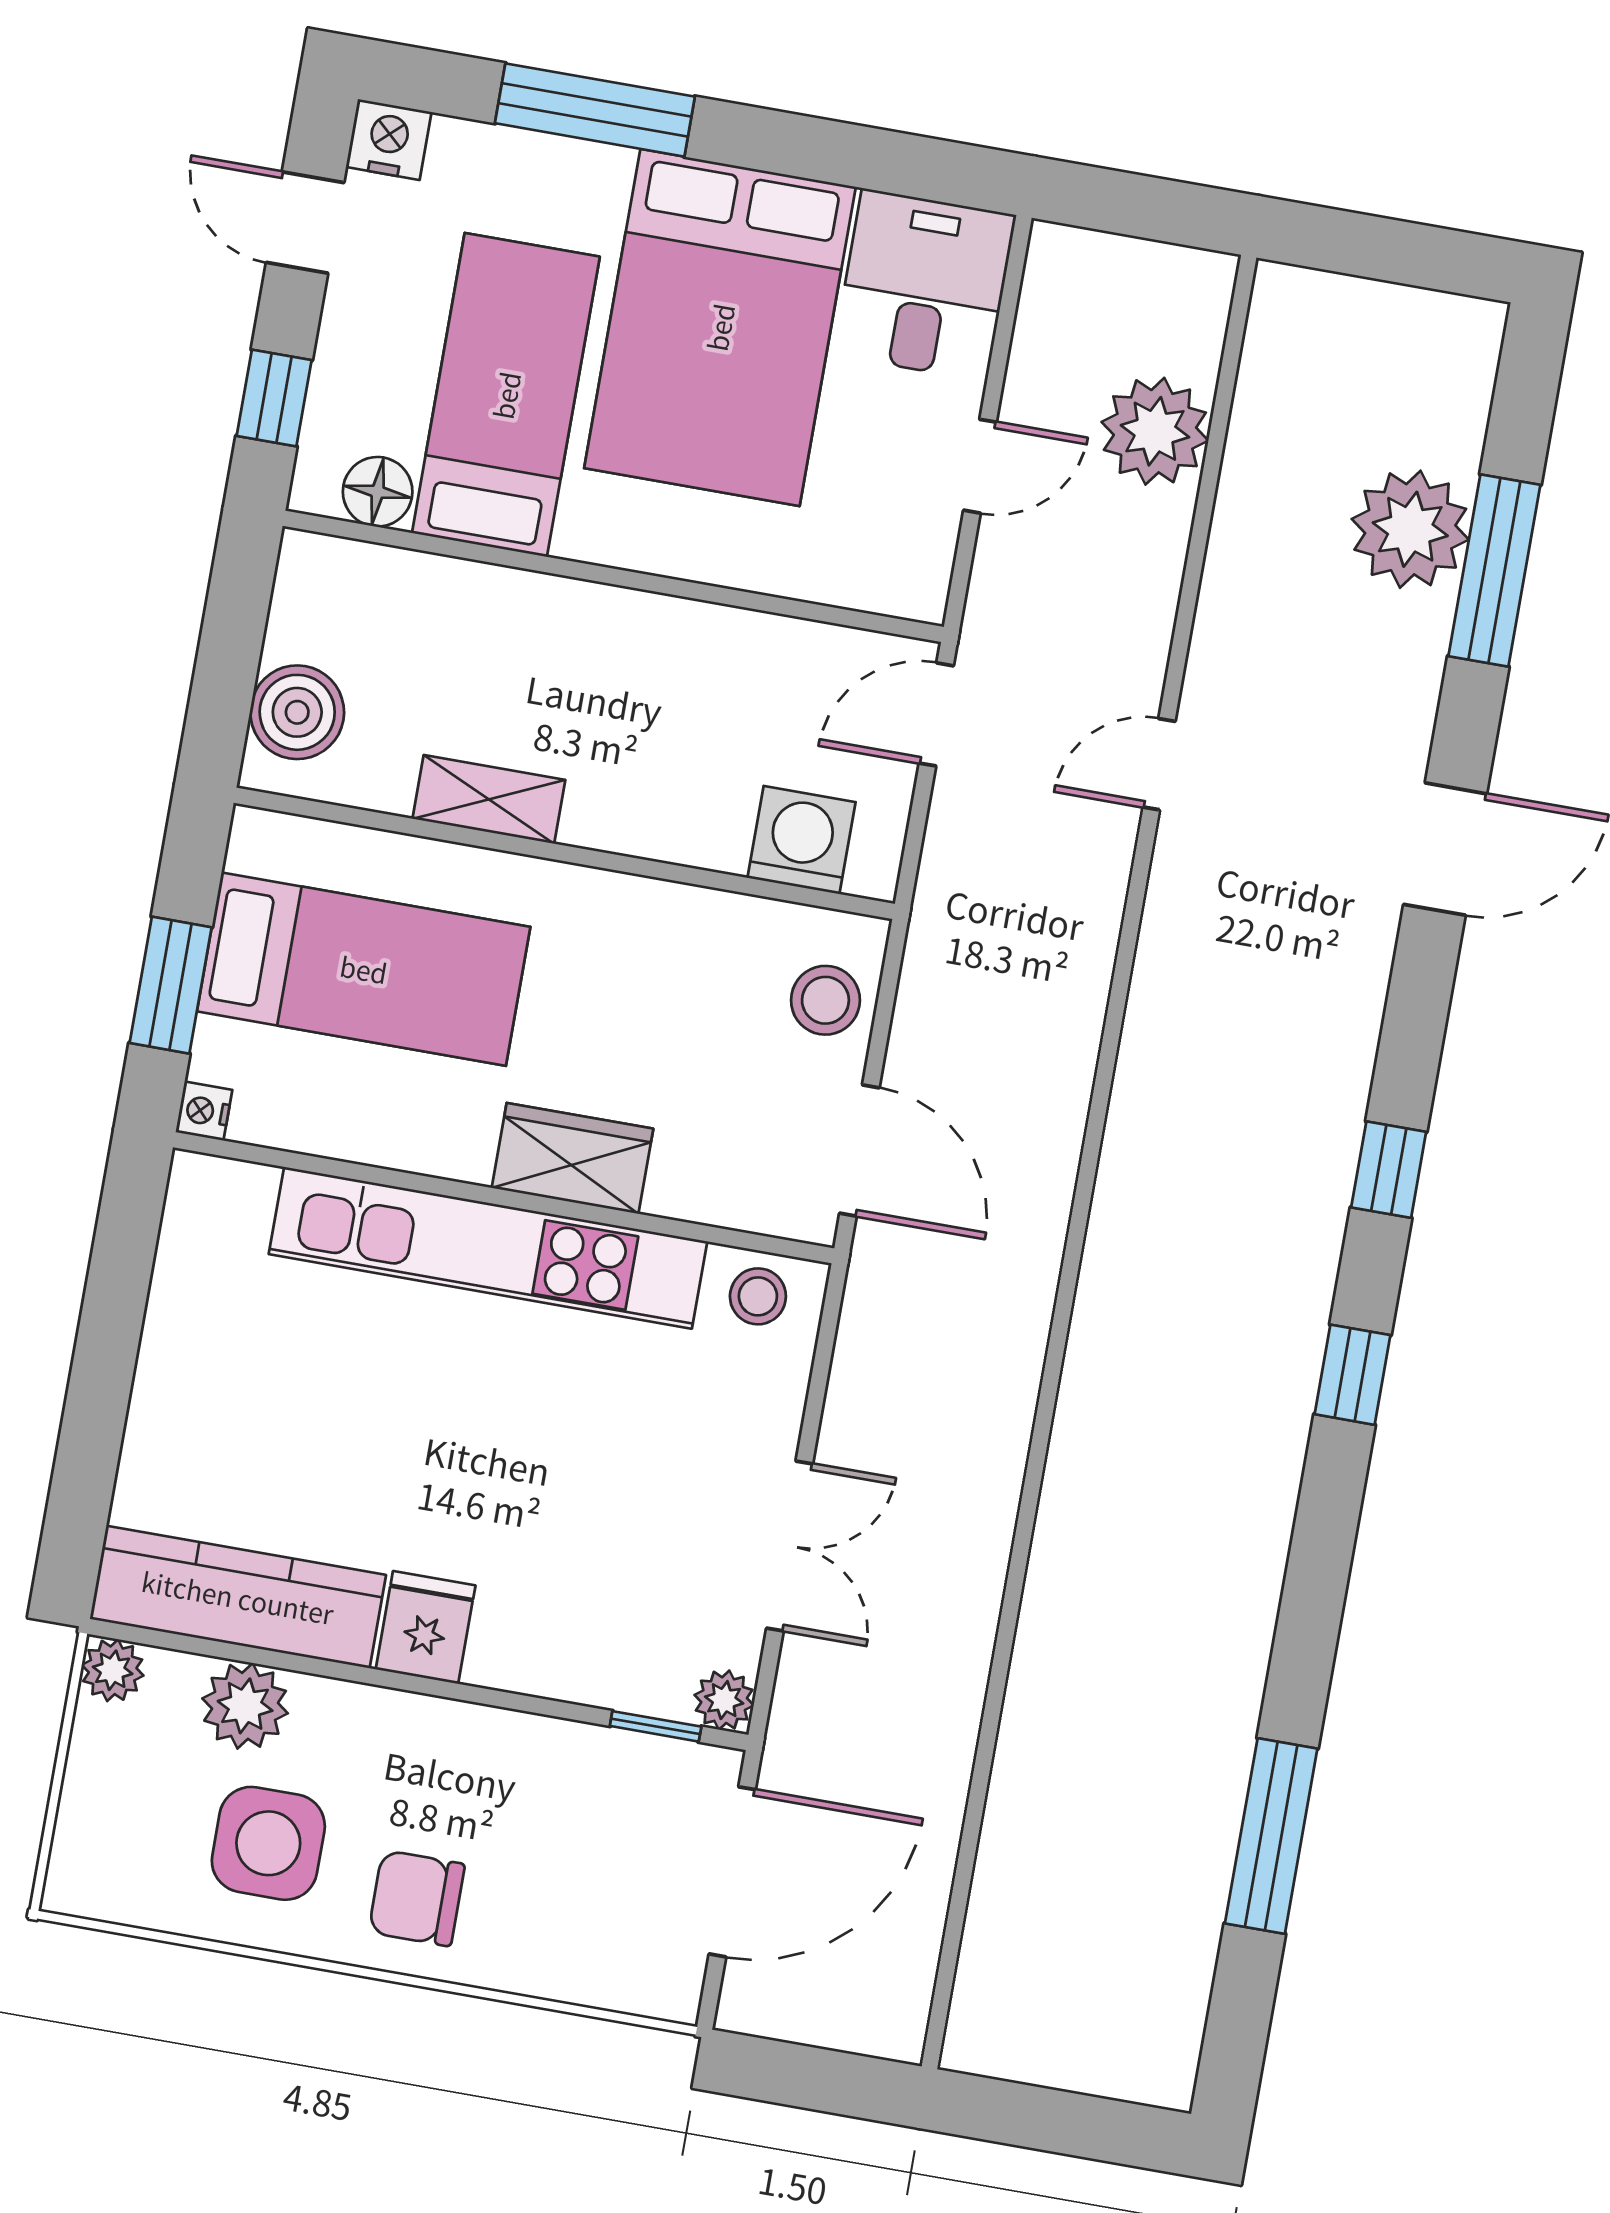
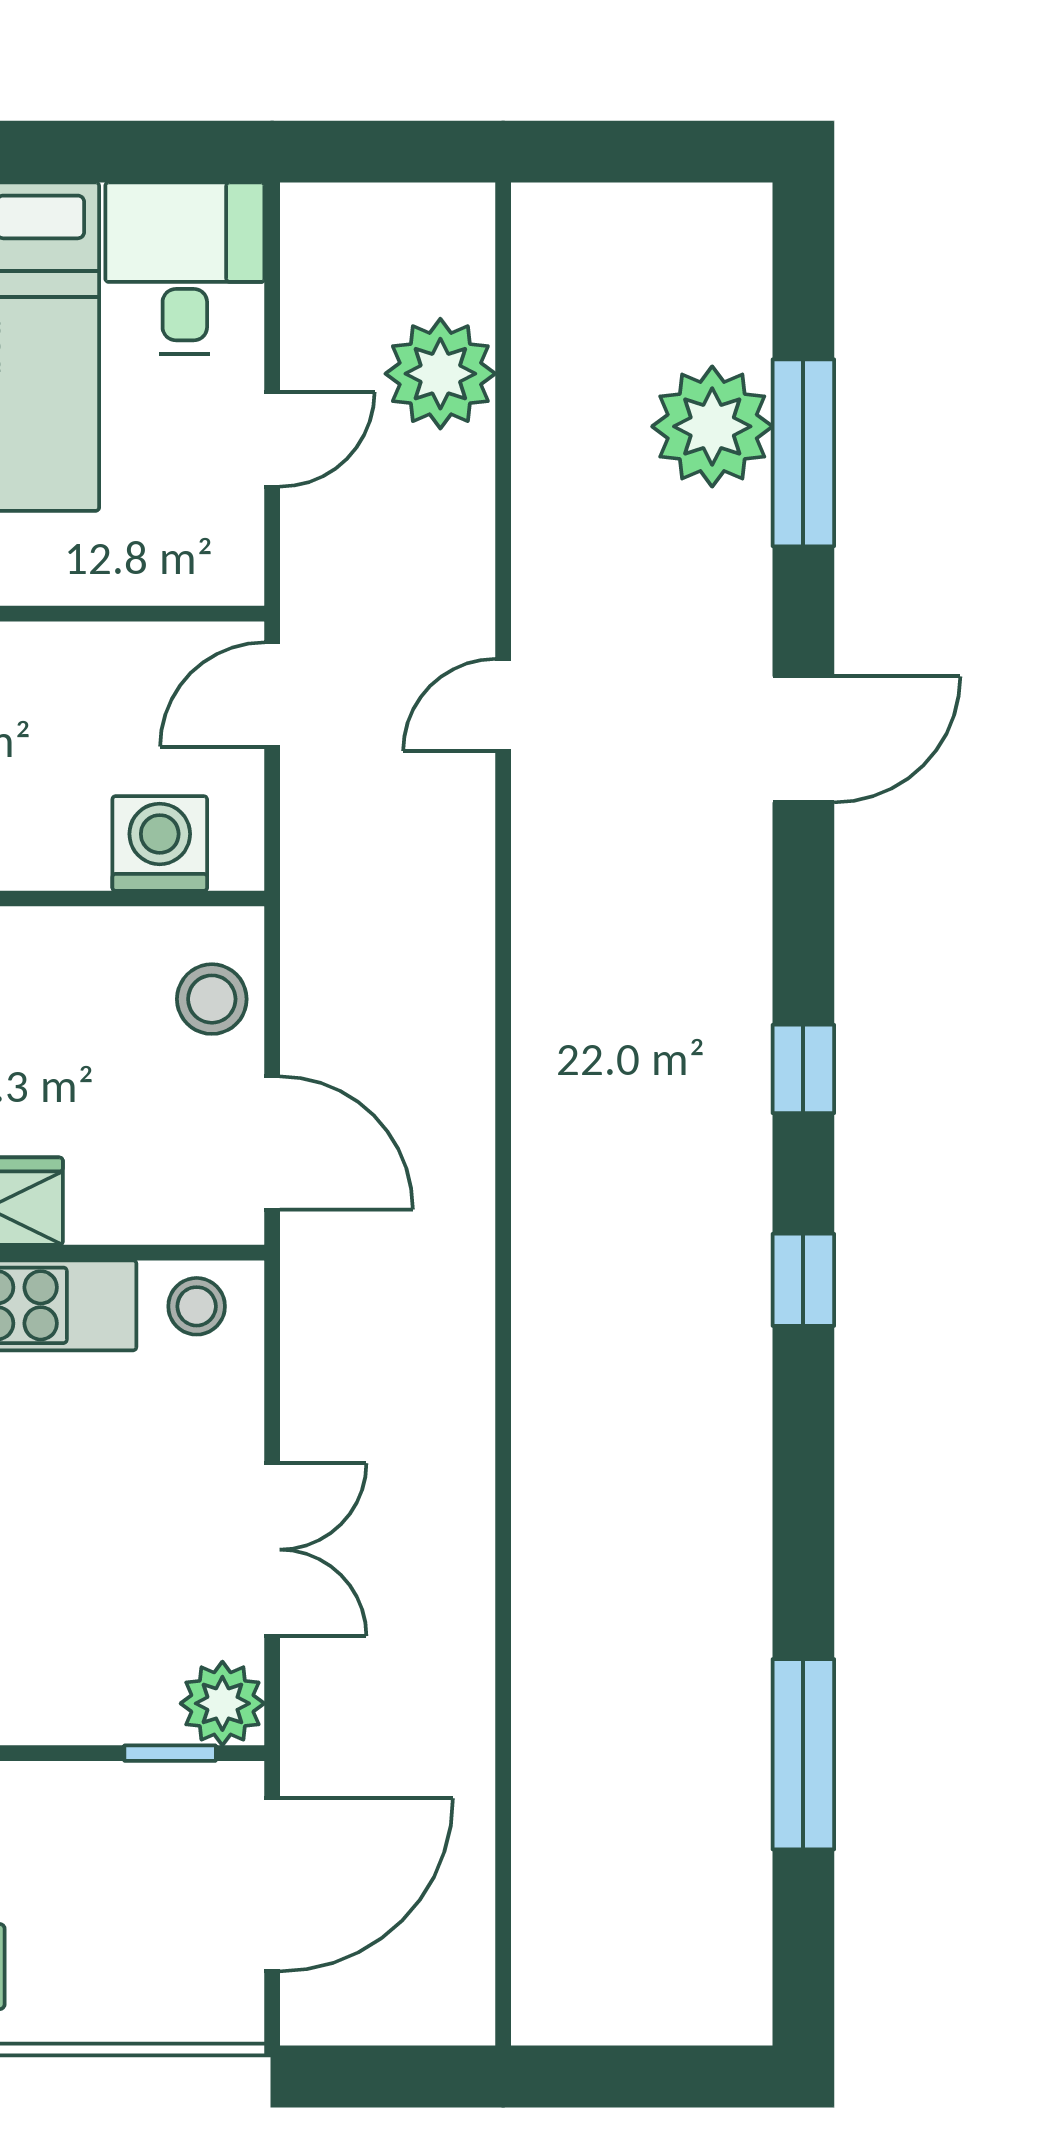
plant: (724, 1700) -> (222, 1703), width x1.38, depth x1.38

